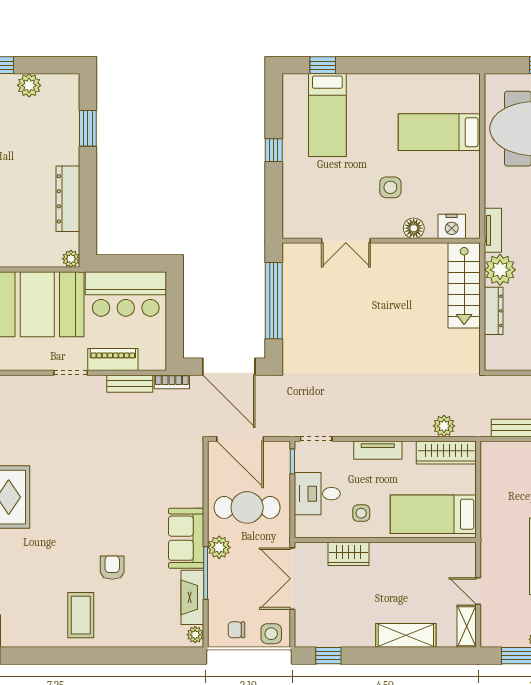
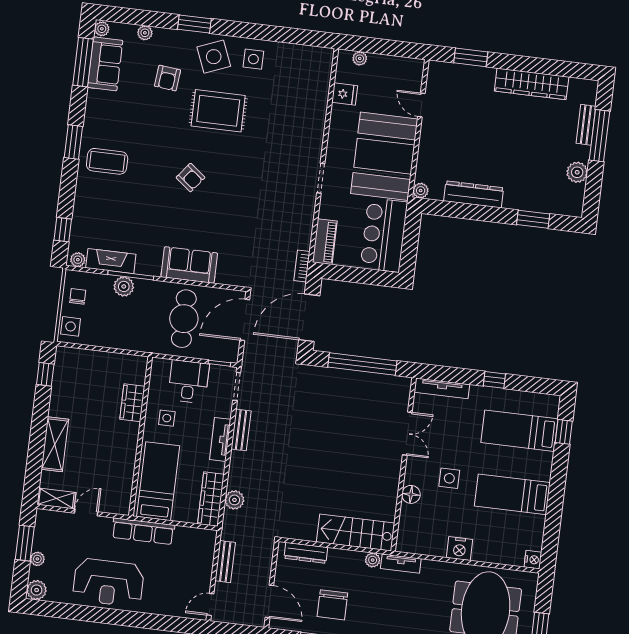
nightstand: (470, 82) -> (533, 560), added
bed: (439, 132) -> (512, 494), moved, turned -90
tv unit: (290, 208) -> (442, 388), added
nightstand: (452, 226) -> (460, 549), moved, turned -90
double door: (346, 241) -> (407, 434), swing flipped
plant: (500, 270) -> (373, 560), width x0.53, depth x0.53
dresser: (494, 311) -> (306, 553), moved
piano: (113, 360) -> (325, 242), moved
bench: (130, 384) -> (241, 430), moved
row of seats: (491, 524) -> (143, 531), added
sofa: (186, 538) -> (189, 265), moved
plant: (219, 547) -> (124, 286), moved
armchair: (112, 568) -> (191, 178), moved, turned 38
double door: (292, 579) -> (117, 351), removed
window: (64, 656) -> (73, 142), added
window: (164, 656) -> (63, 230), added

